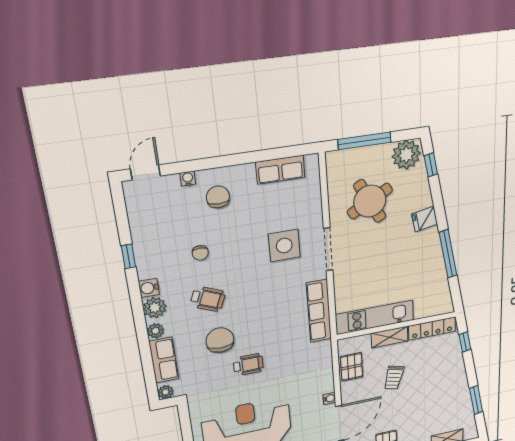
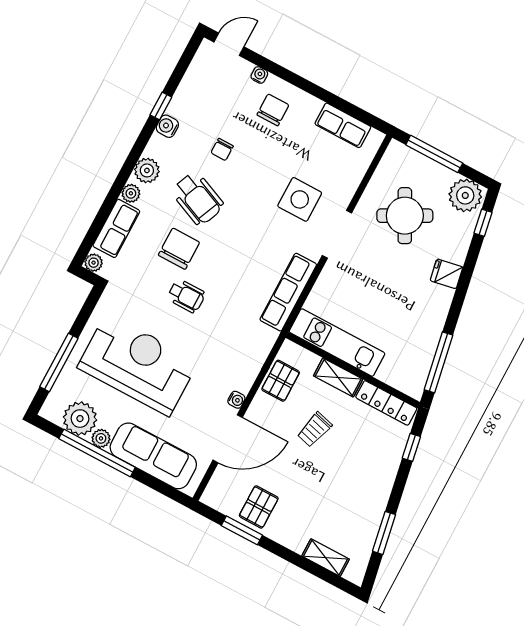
window: (448, 254) -> (438, 362), moved
water cooler: (149, 288) -> (167, 126), moved
wheelchair: (208, 299) -> (198, 199), width x1.36, depth x1.37

